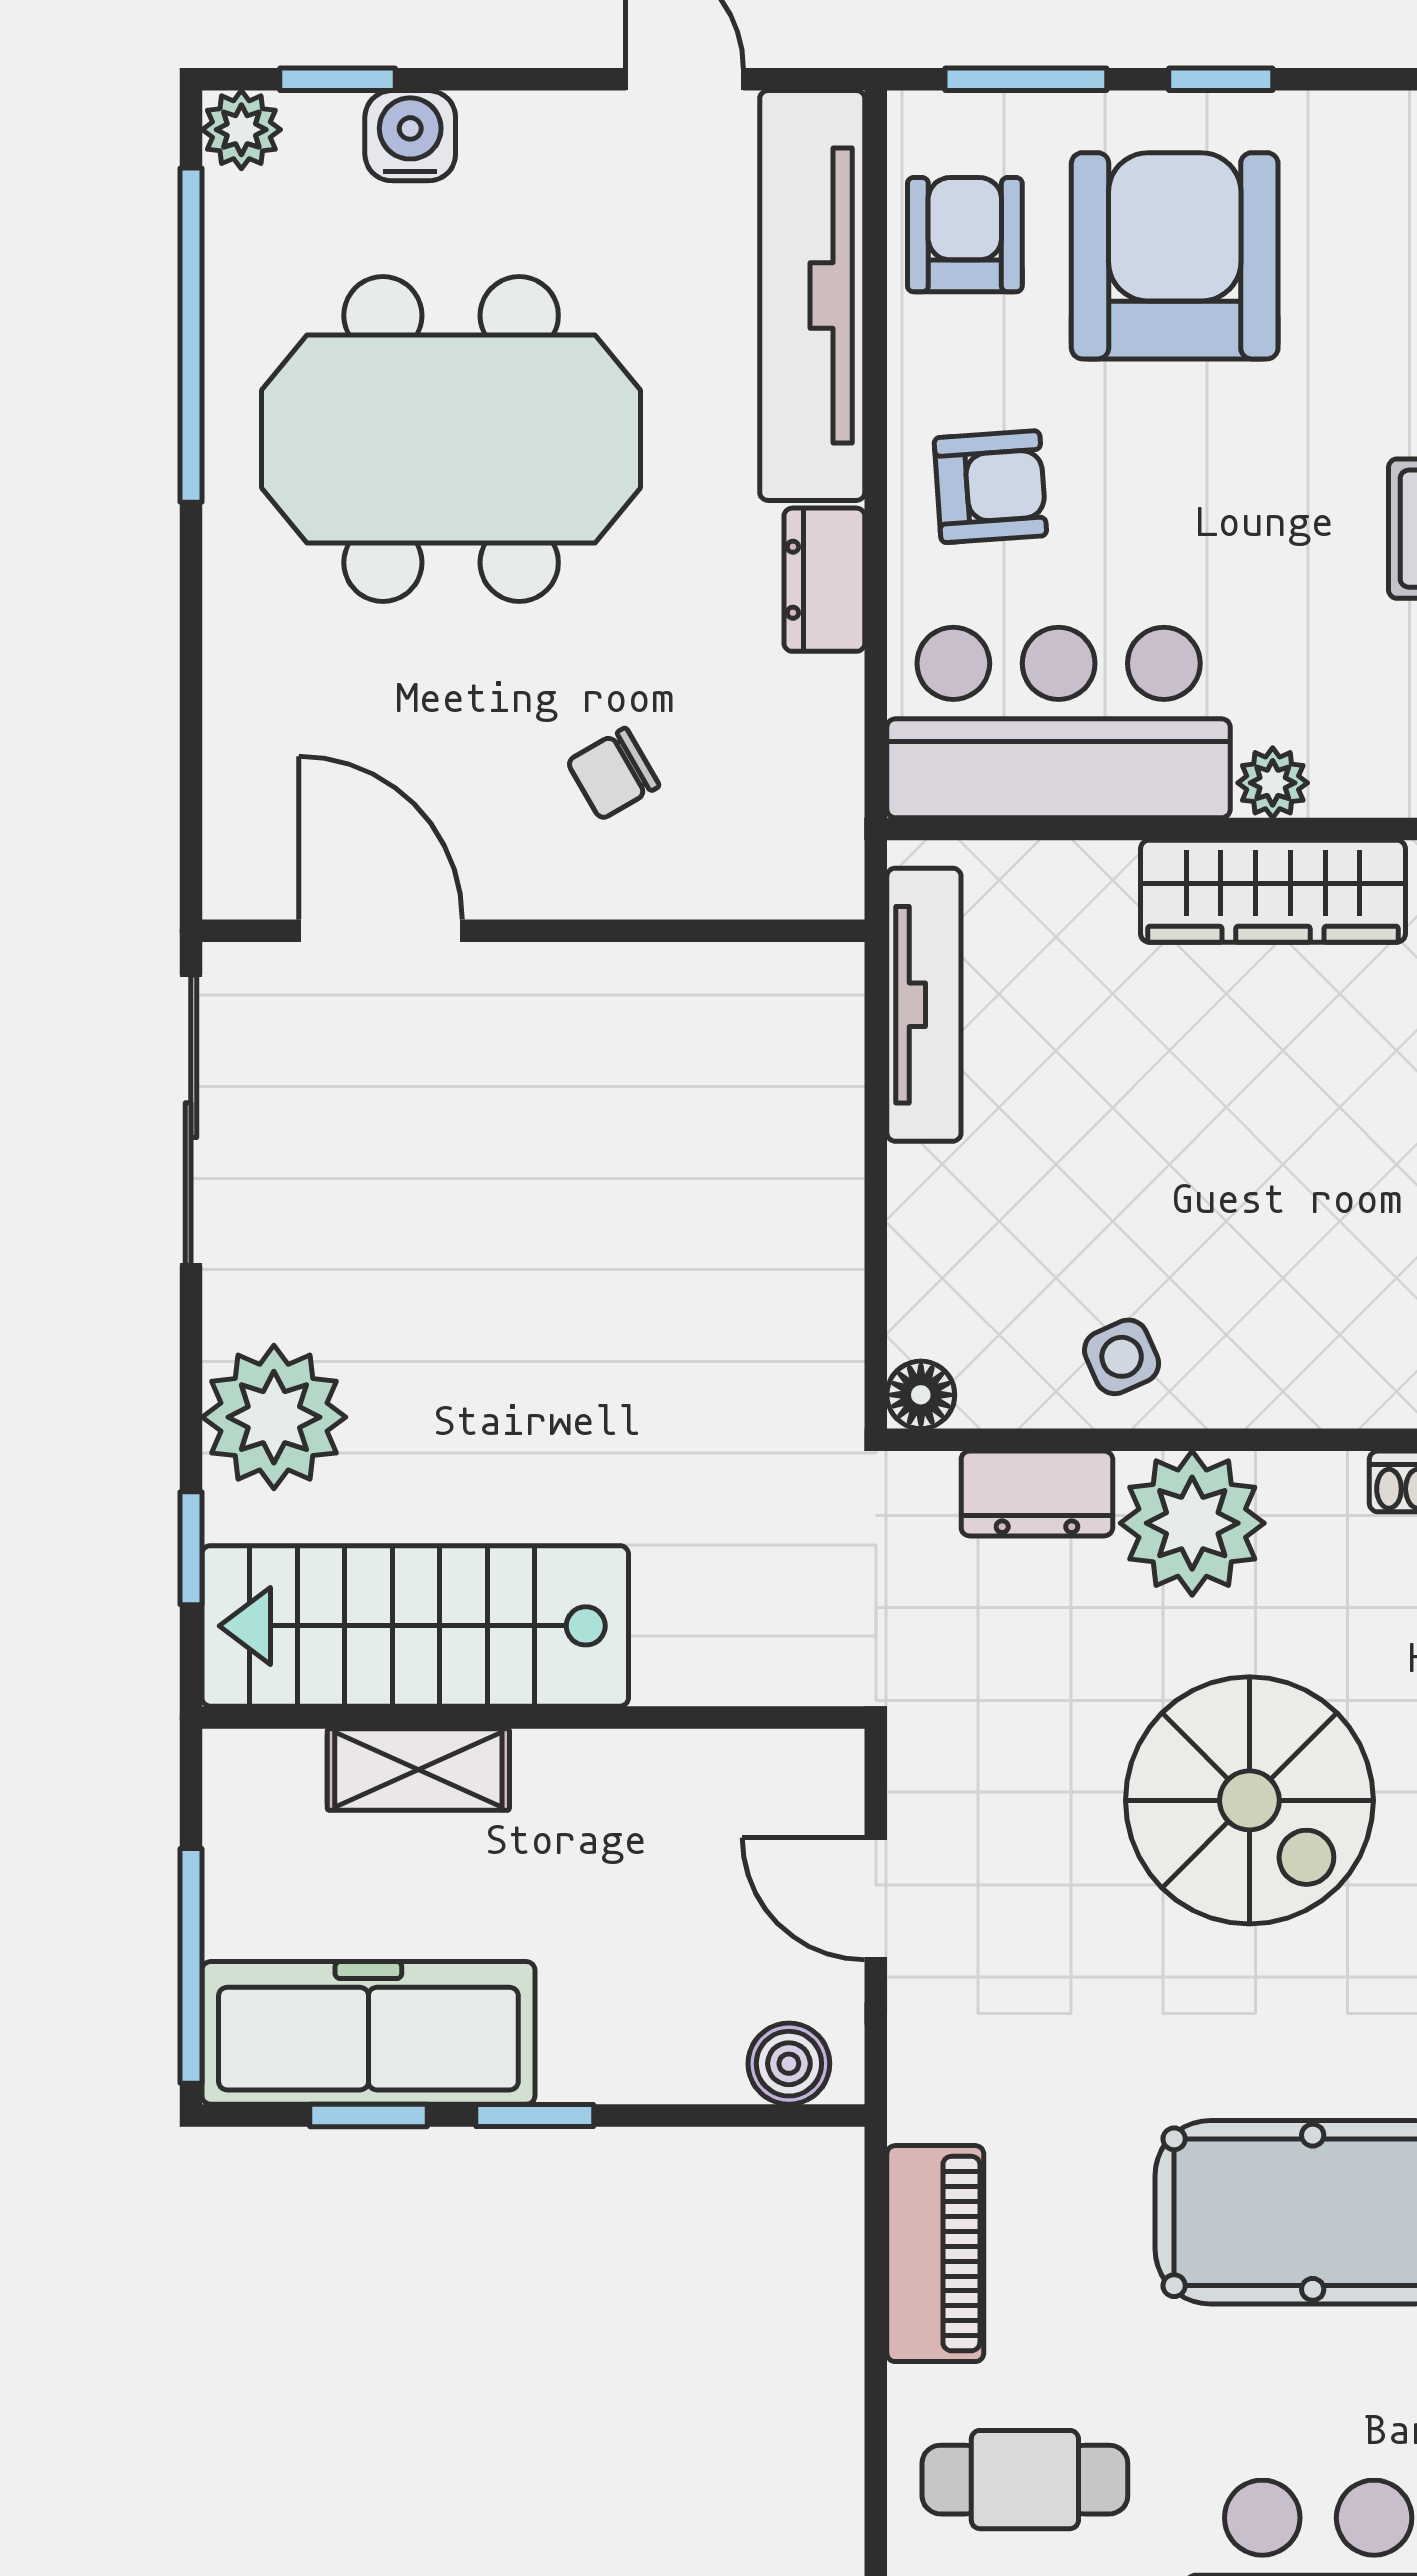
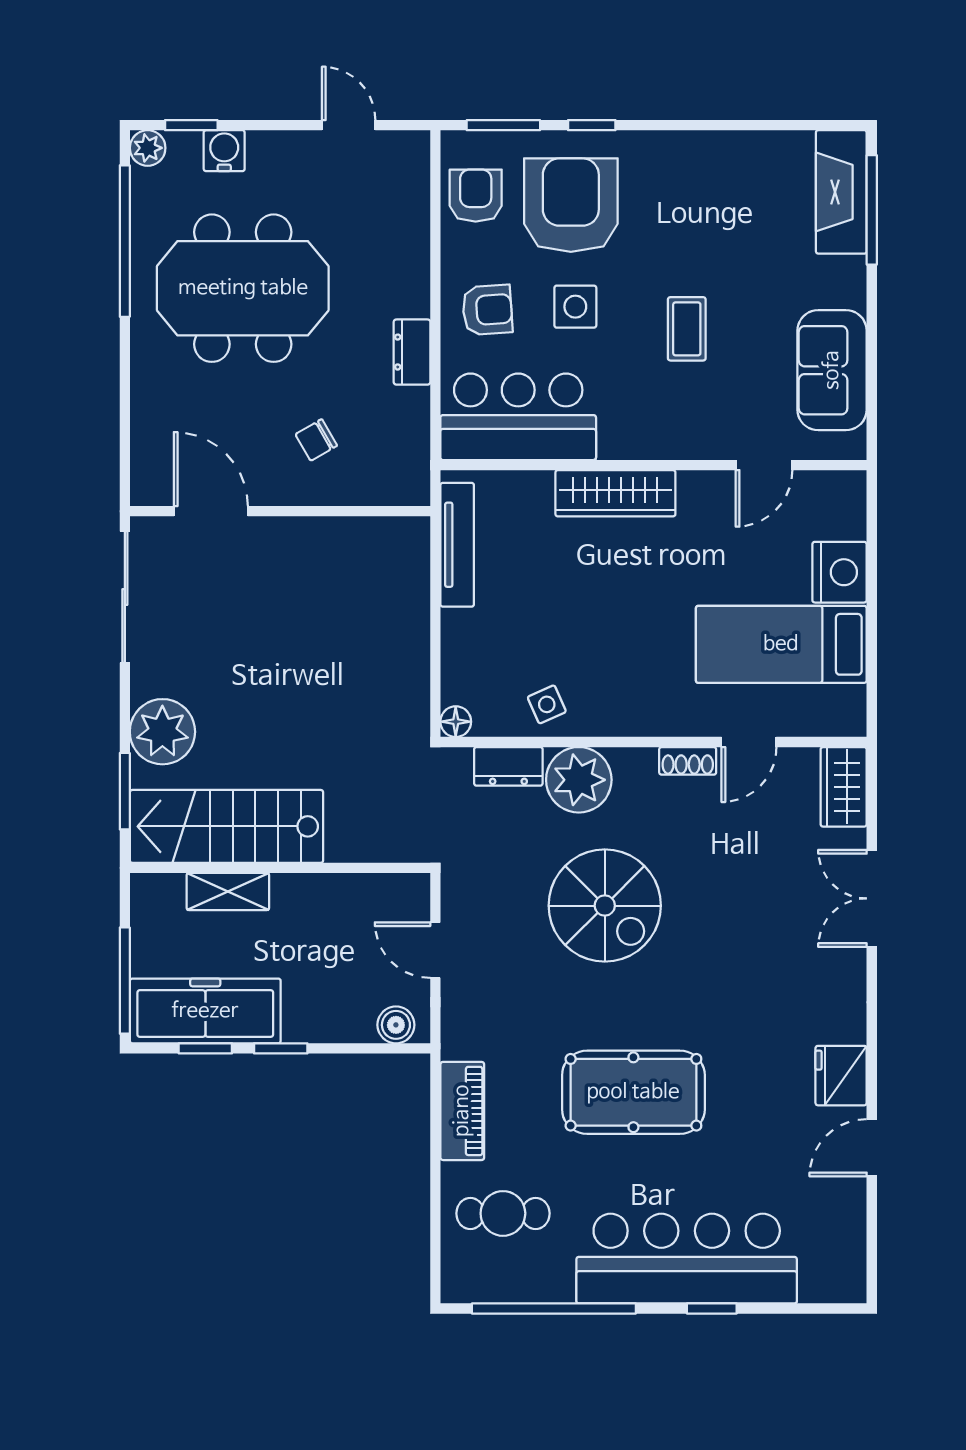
tv unit: (812, 296) -> (407, 223), removed
side table: (1185, 480) -> (575, 307), added
plant: (1273, 783) -> (615, 444), removed
window: (191, 1548) -> (125, 791), width x1.50

